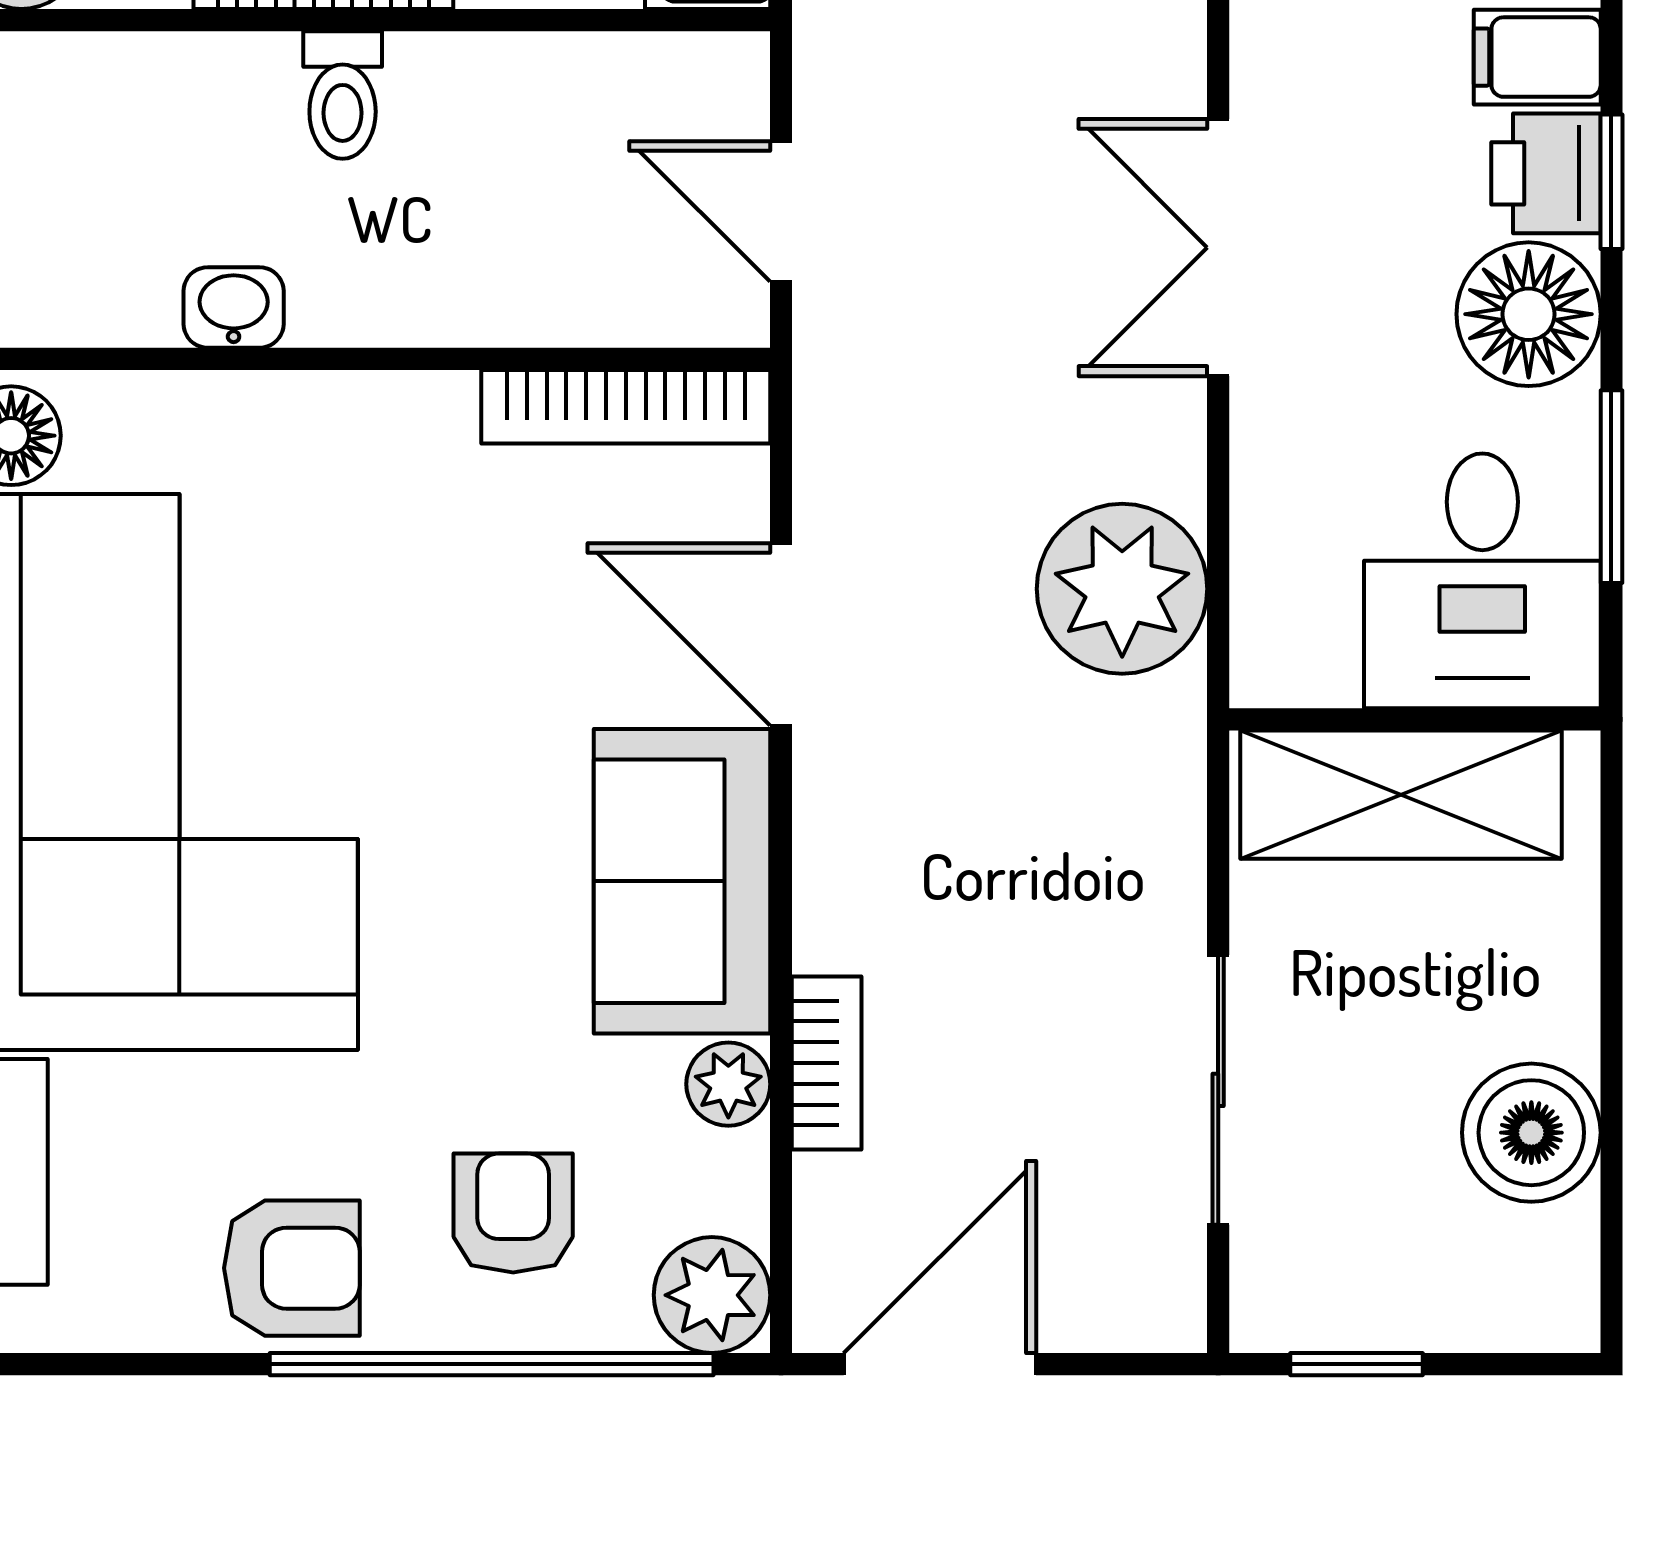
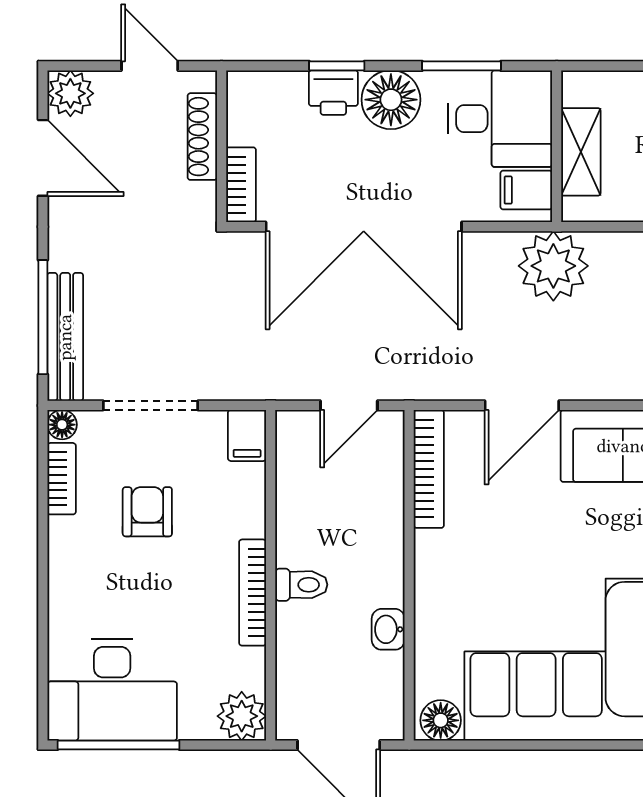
filing cabinet: (1537, 57) -> (526, 190), moved, turned 90
double door: (1218, 248) -> (364, 227), width x1.87
plant: (1122, 589) -> (553, 266), moved
shelving: (1401, 795) -> (581, 152), width x0.67, depth x0.75

